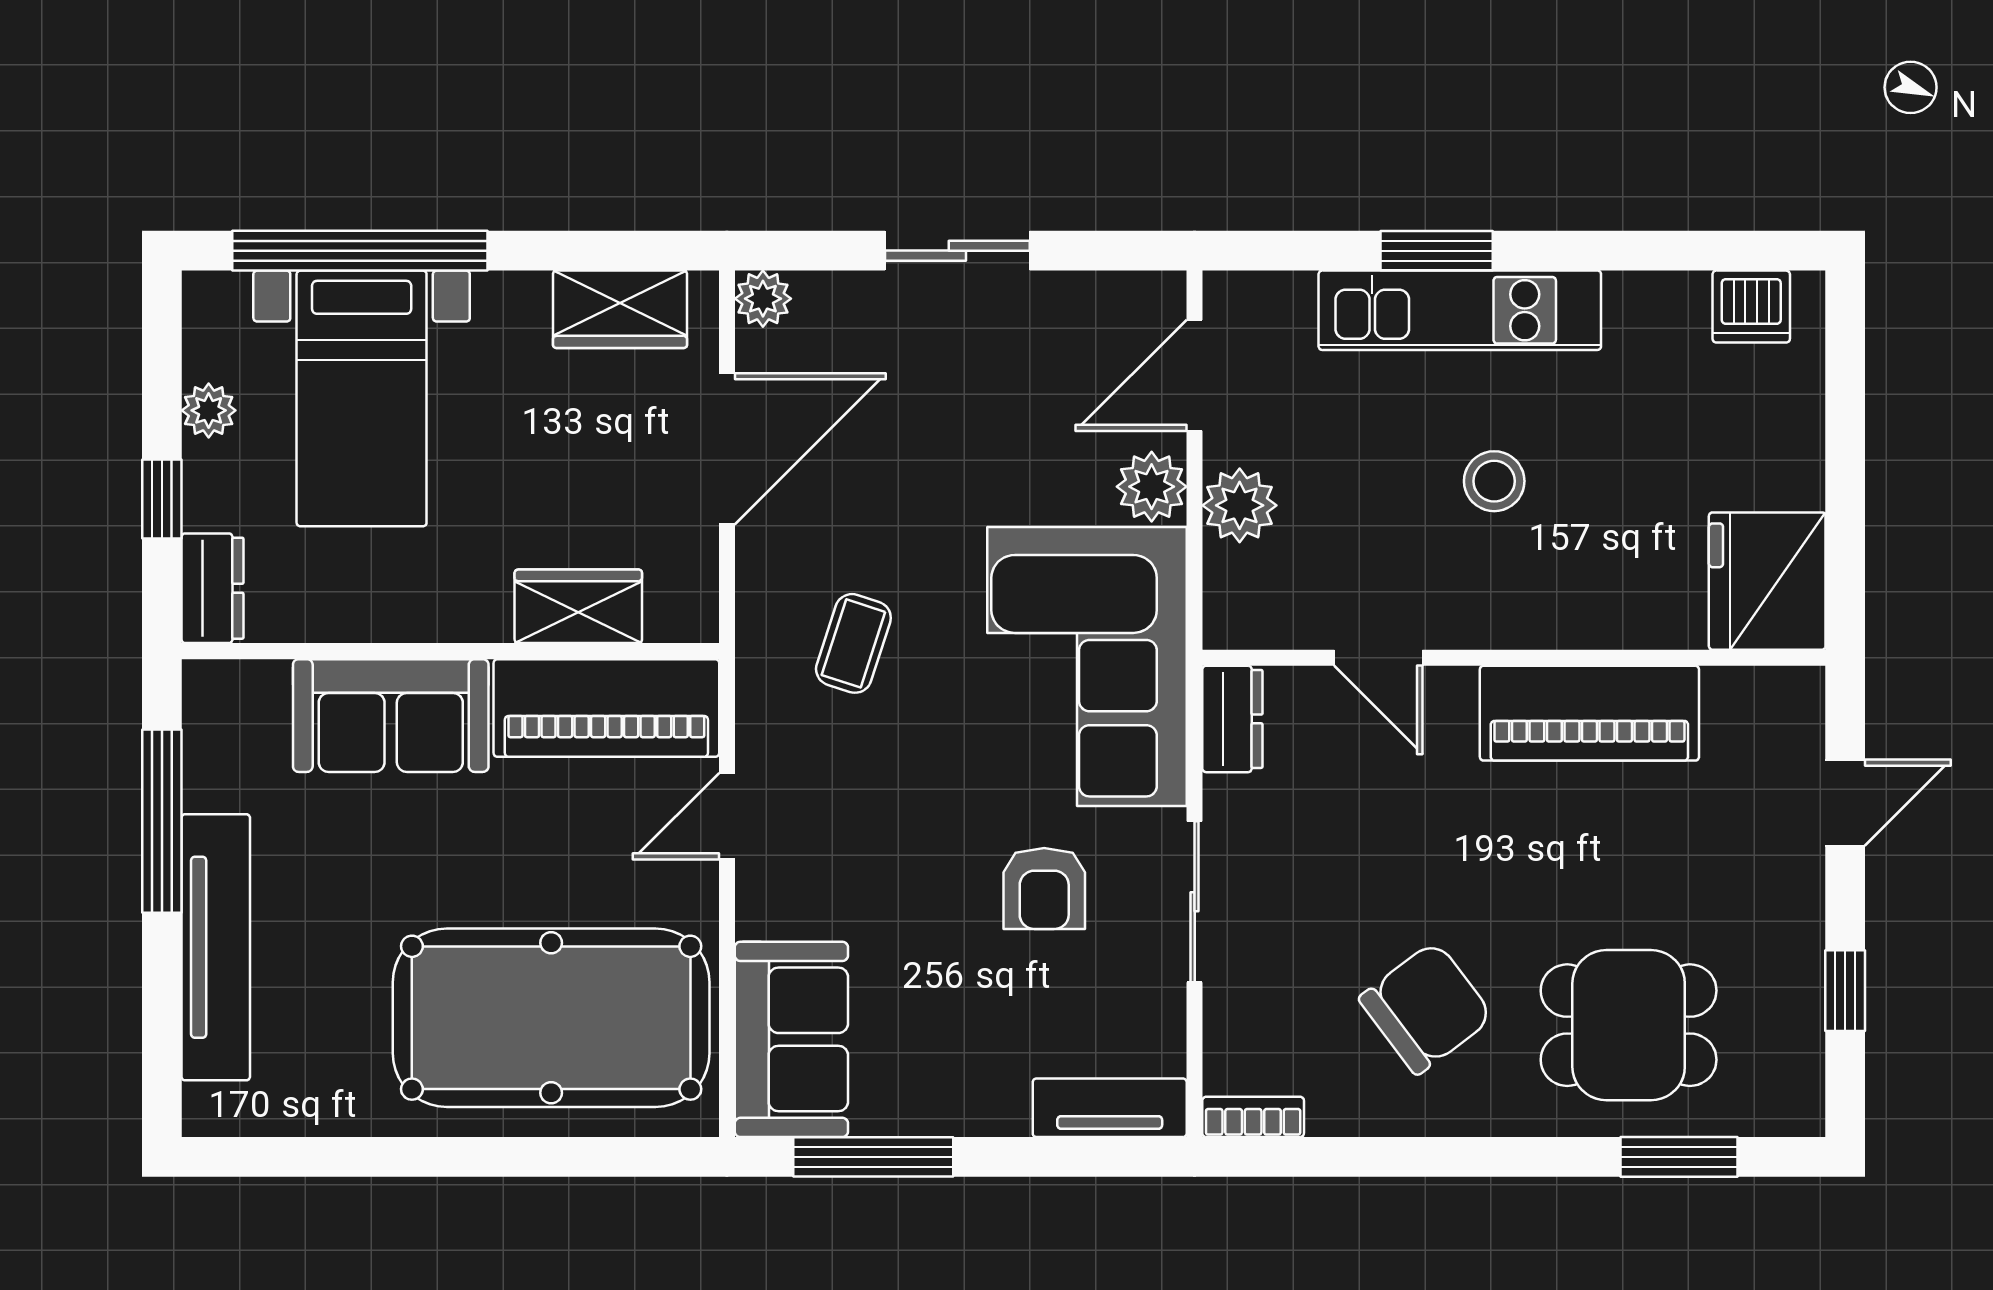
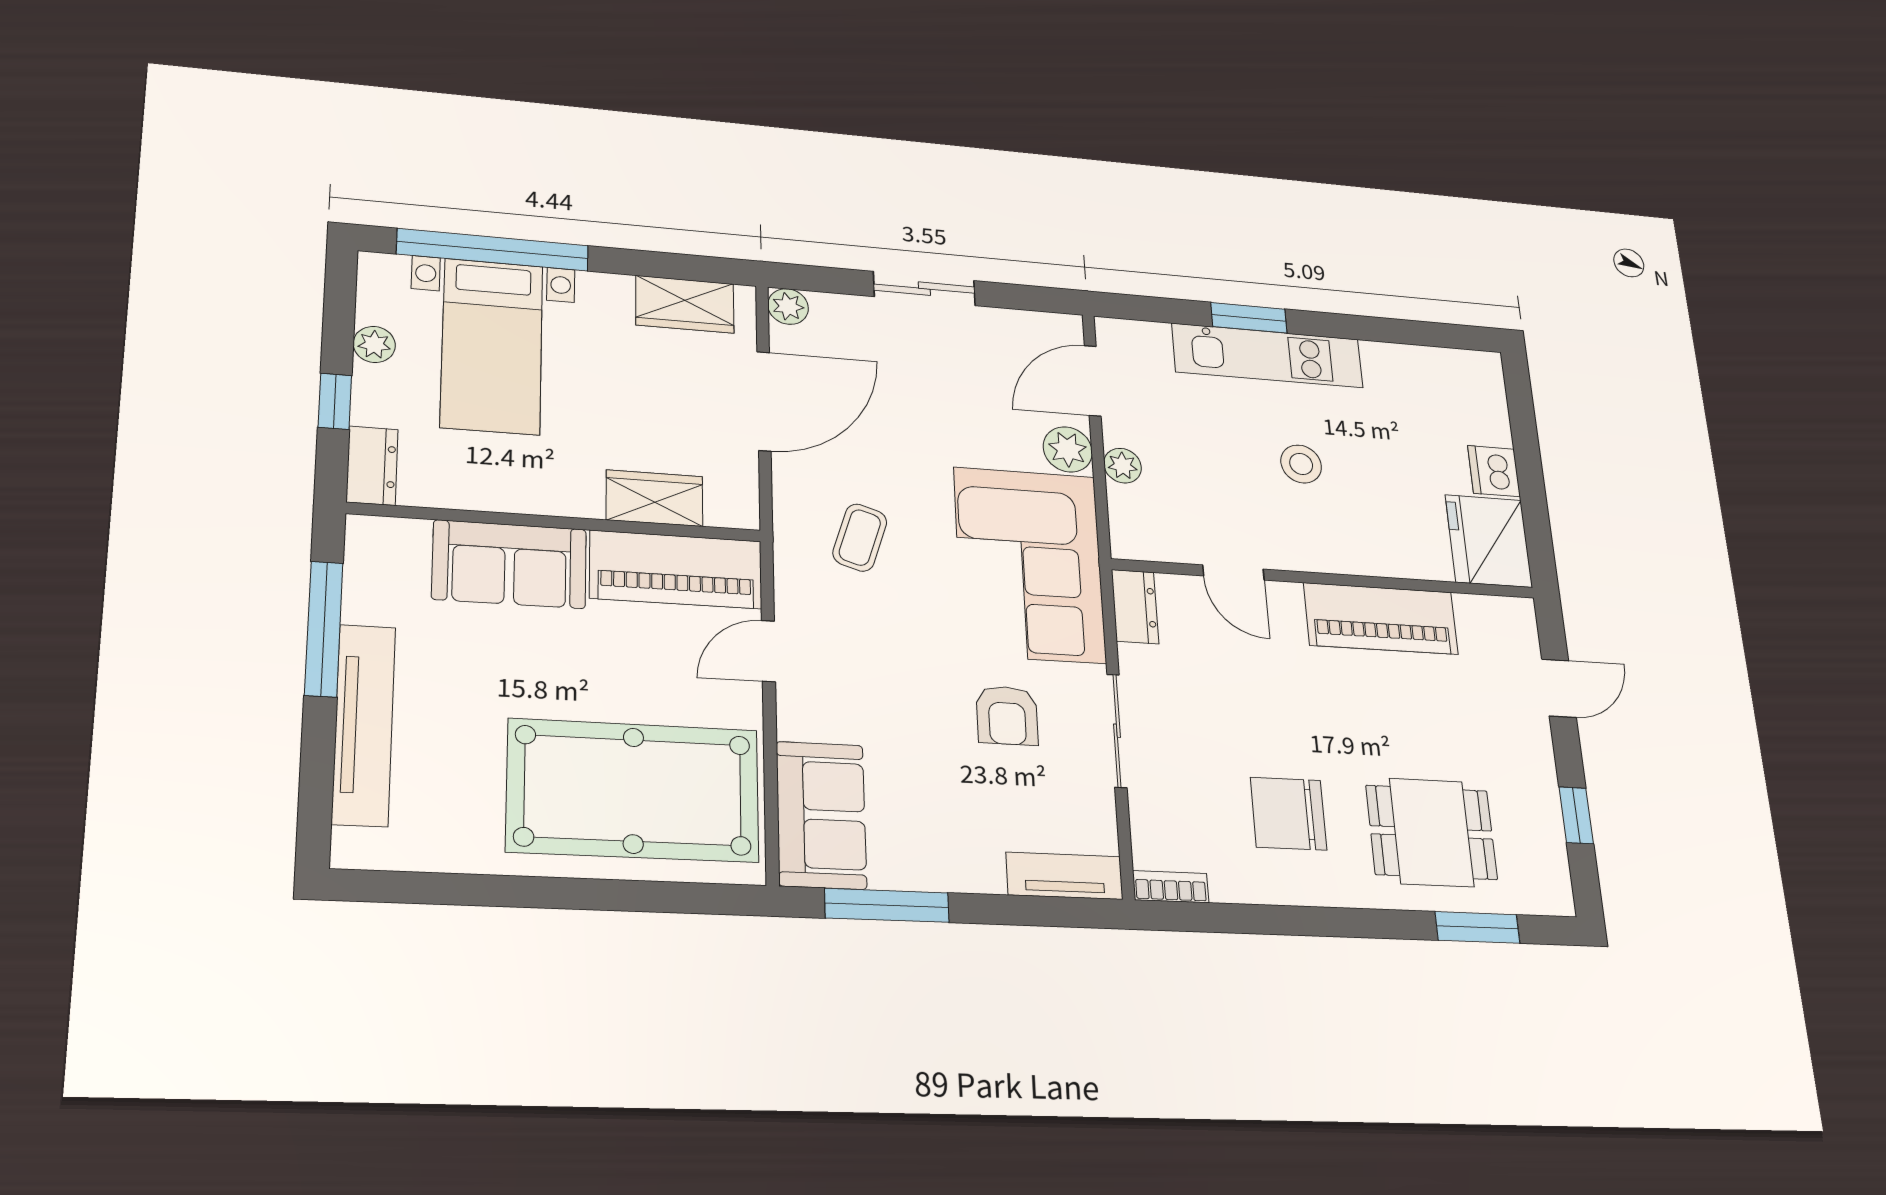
dishwasher: (1751, 307) -> (1494, 471), moved, turned 90
plant: (1240, 505) -> (1123, 466), width x0.73, depth x0.73
chair: (1426, 1008) -> (1289, 814), turned -143

